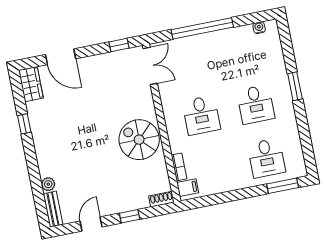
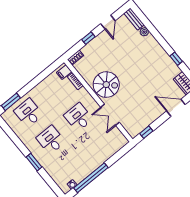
window: (202, 28) -> (91, 178), moved
double door: (150, 66) -> (110, 115), moved

